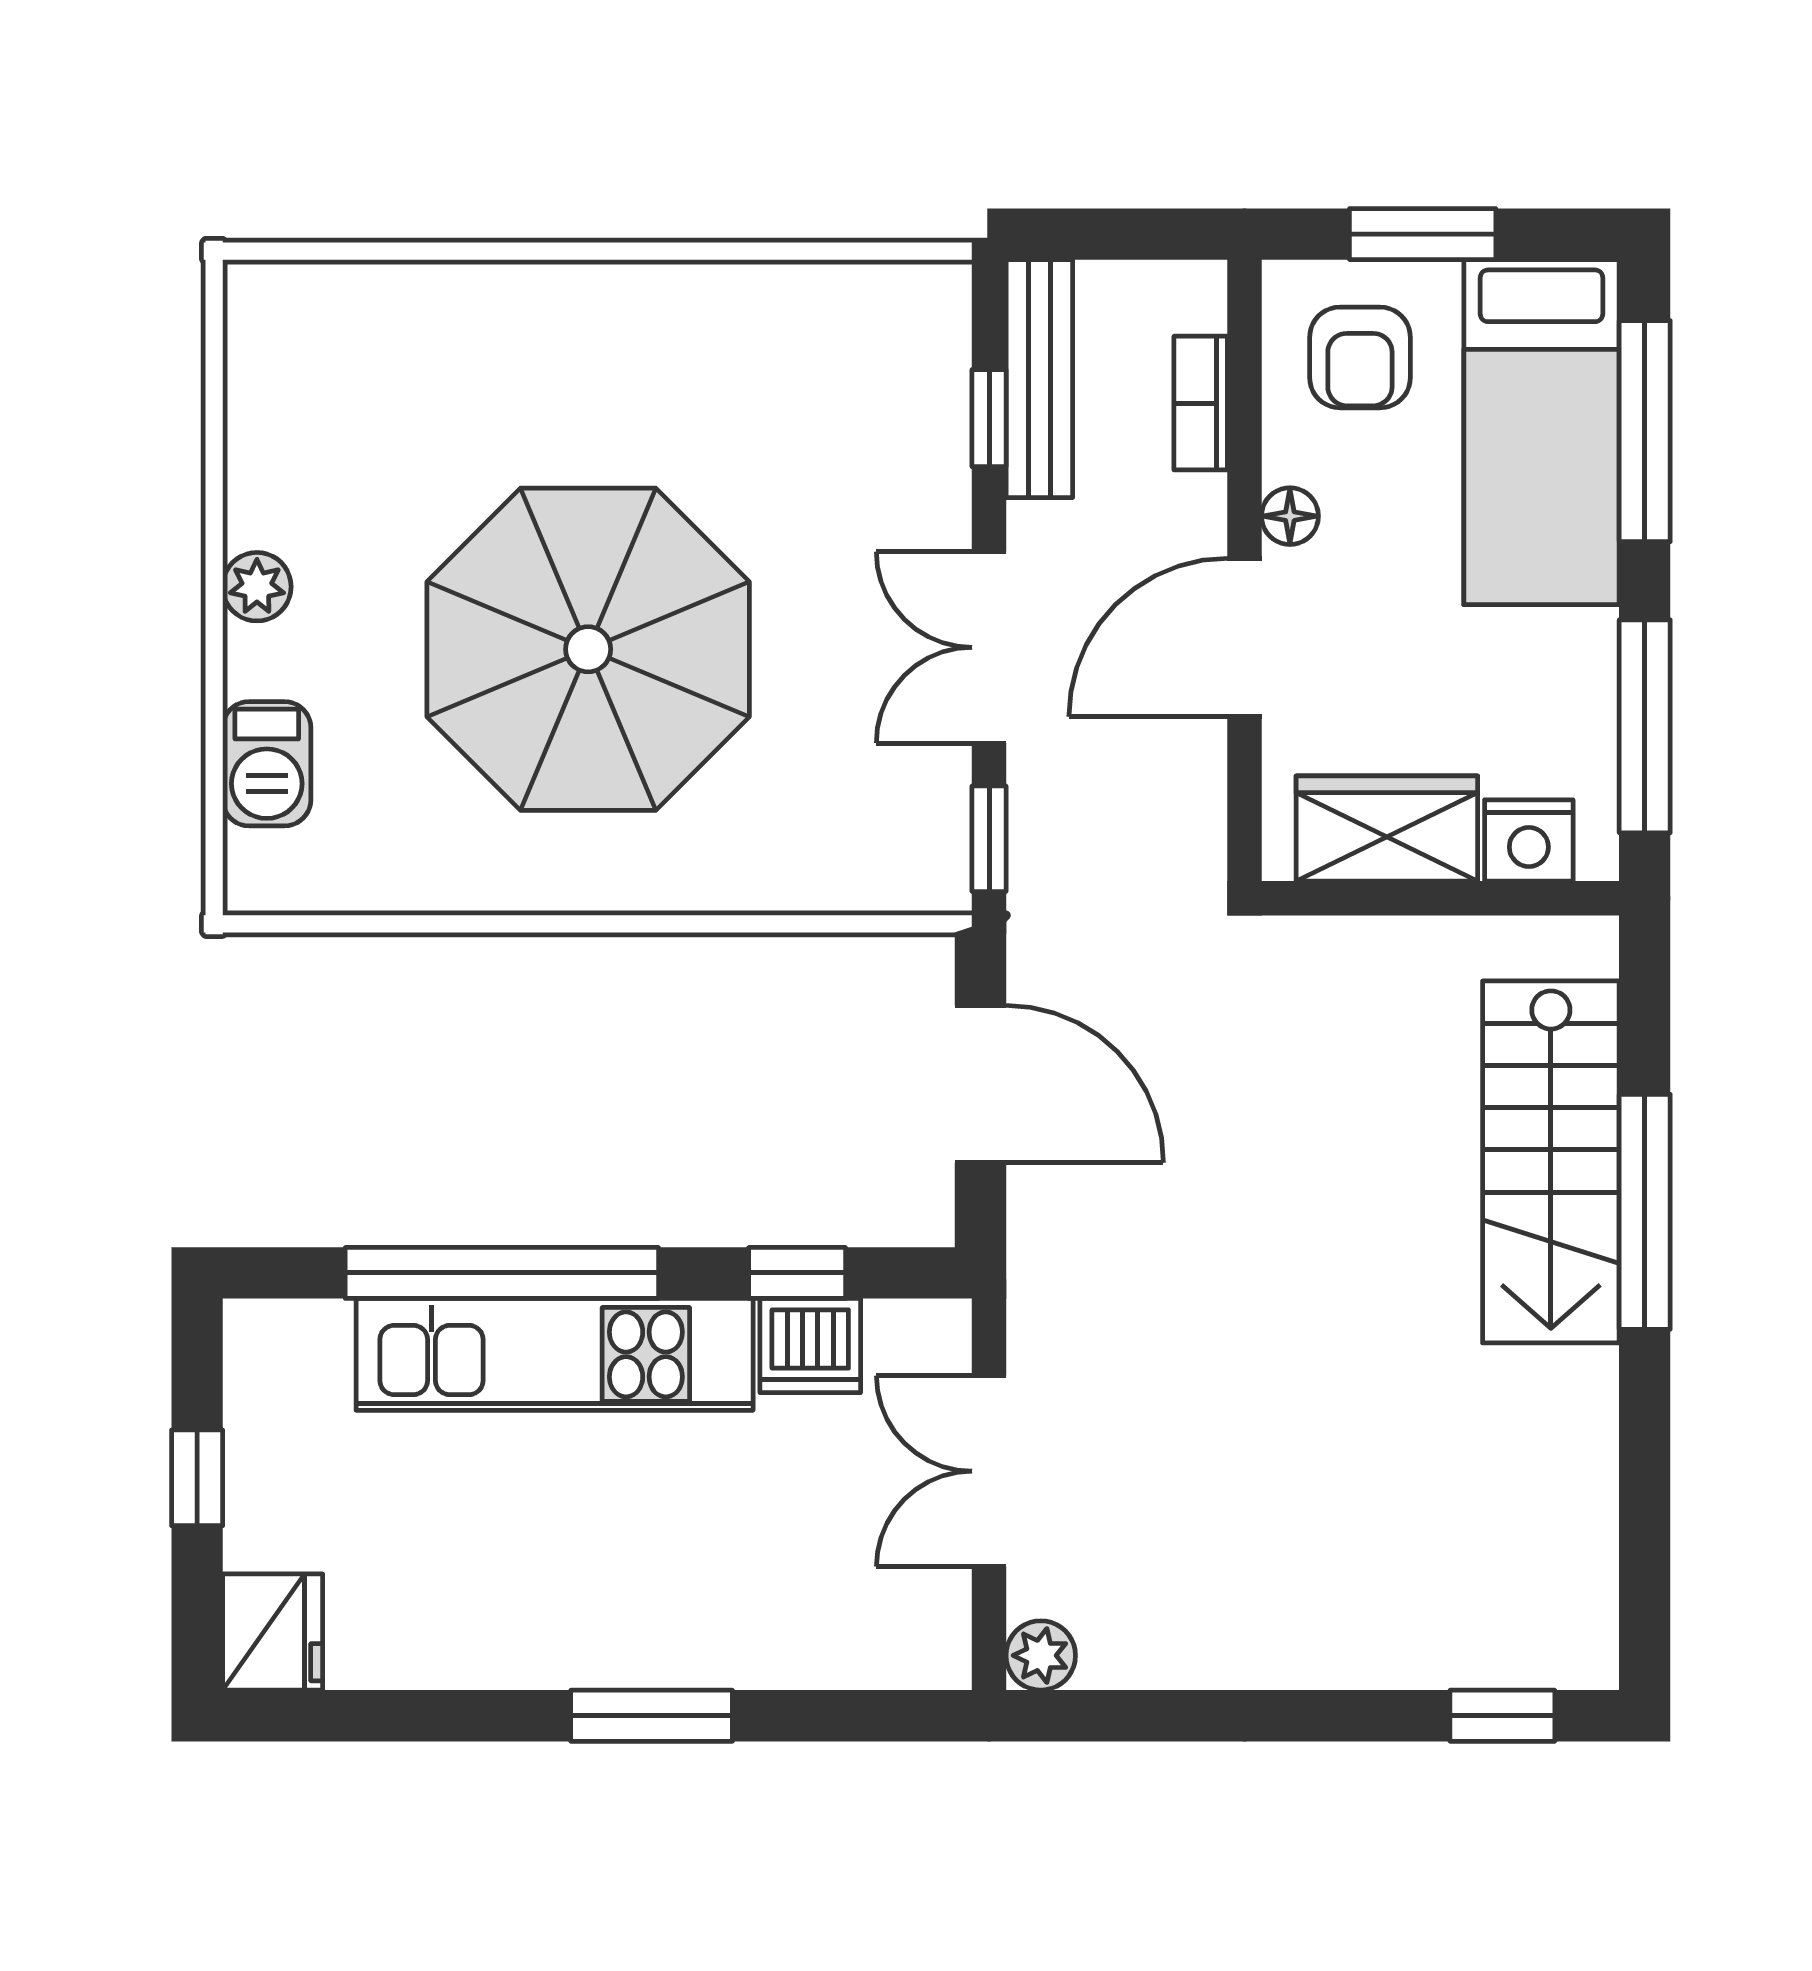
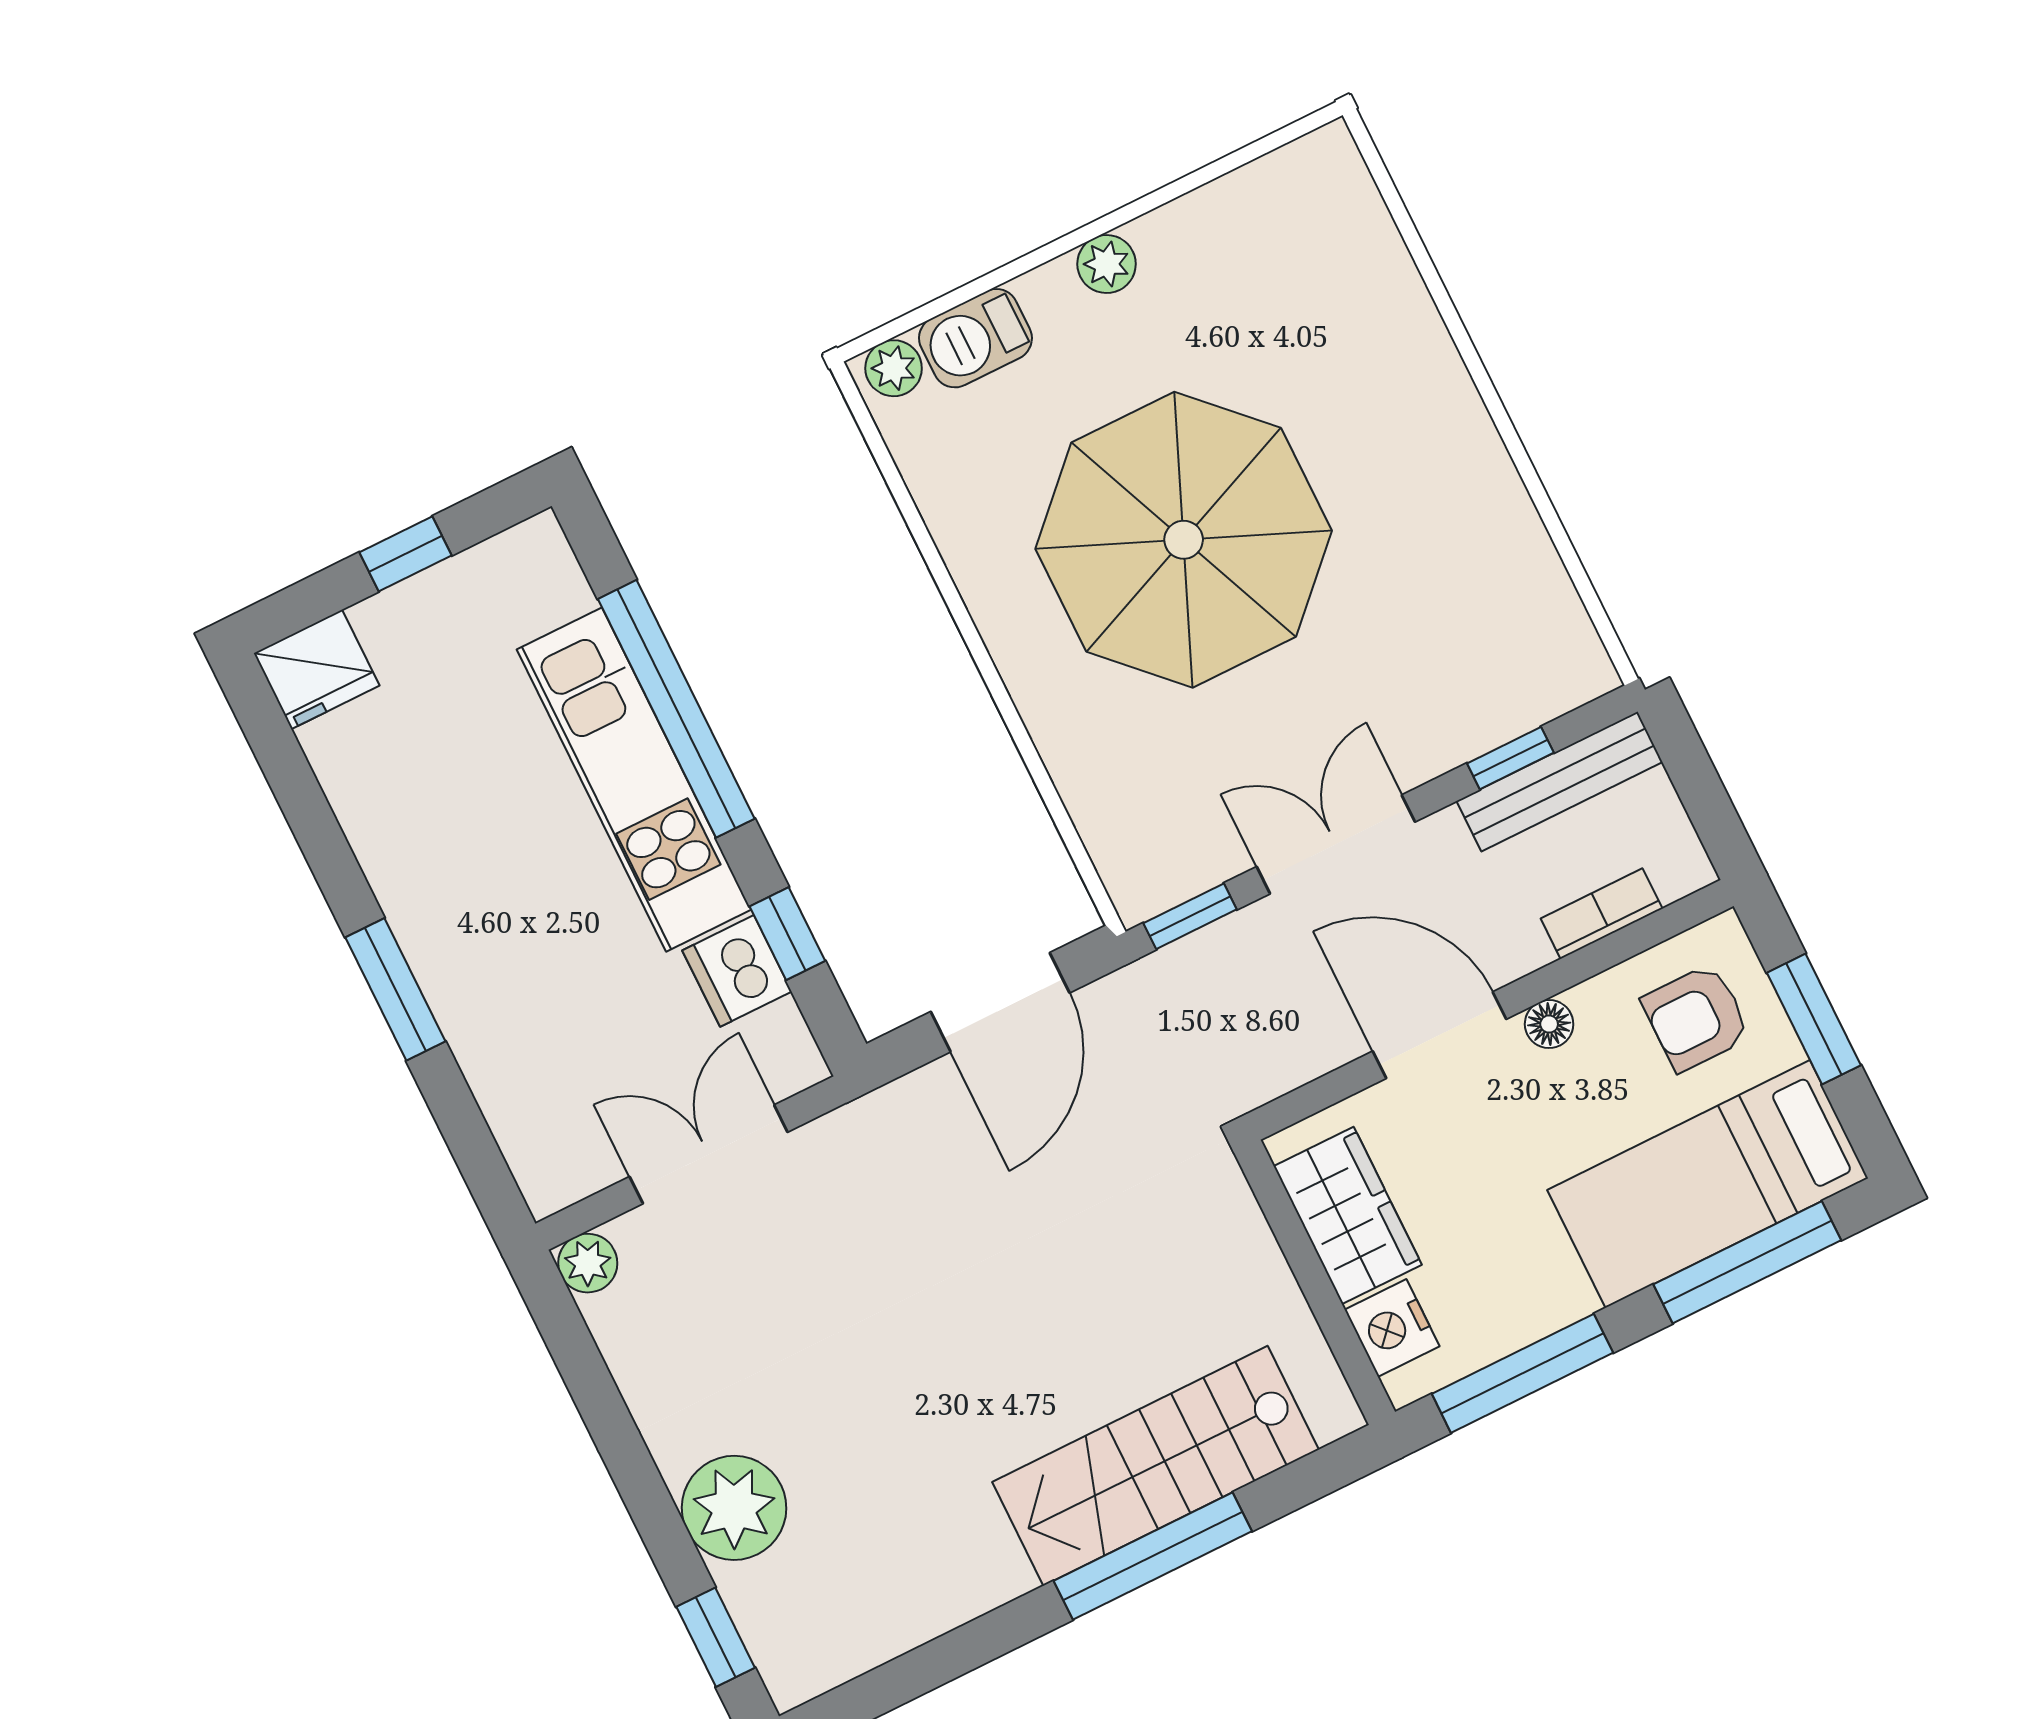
plant: (256, 866) -> (894, 368), added
plant: (1375, 1629) -> (734, 1508), added

